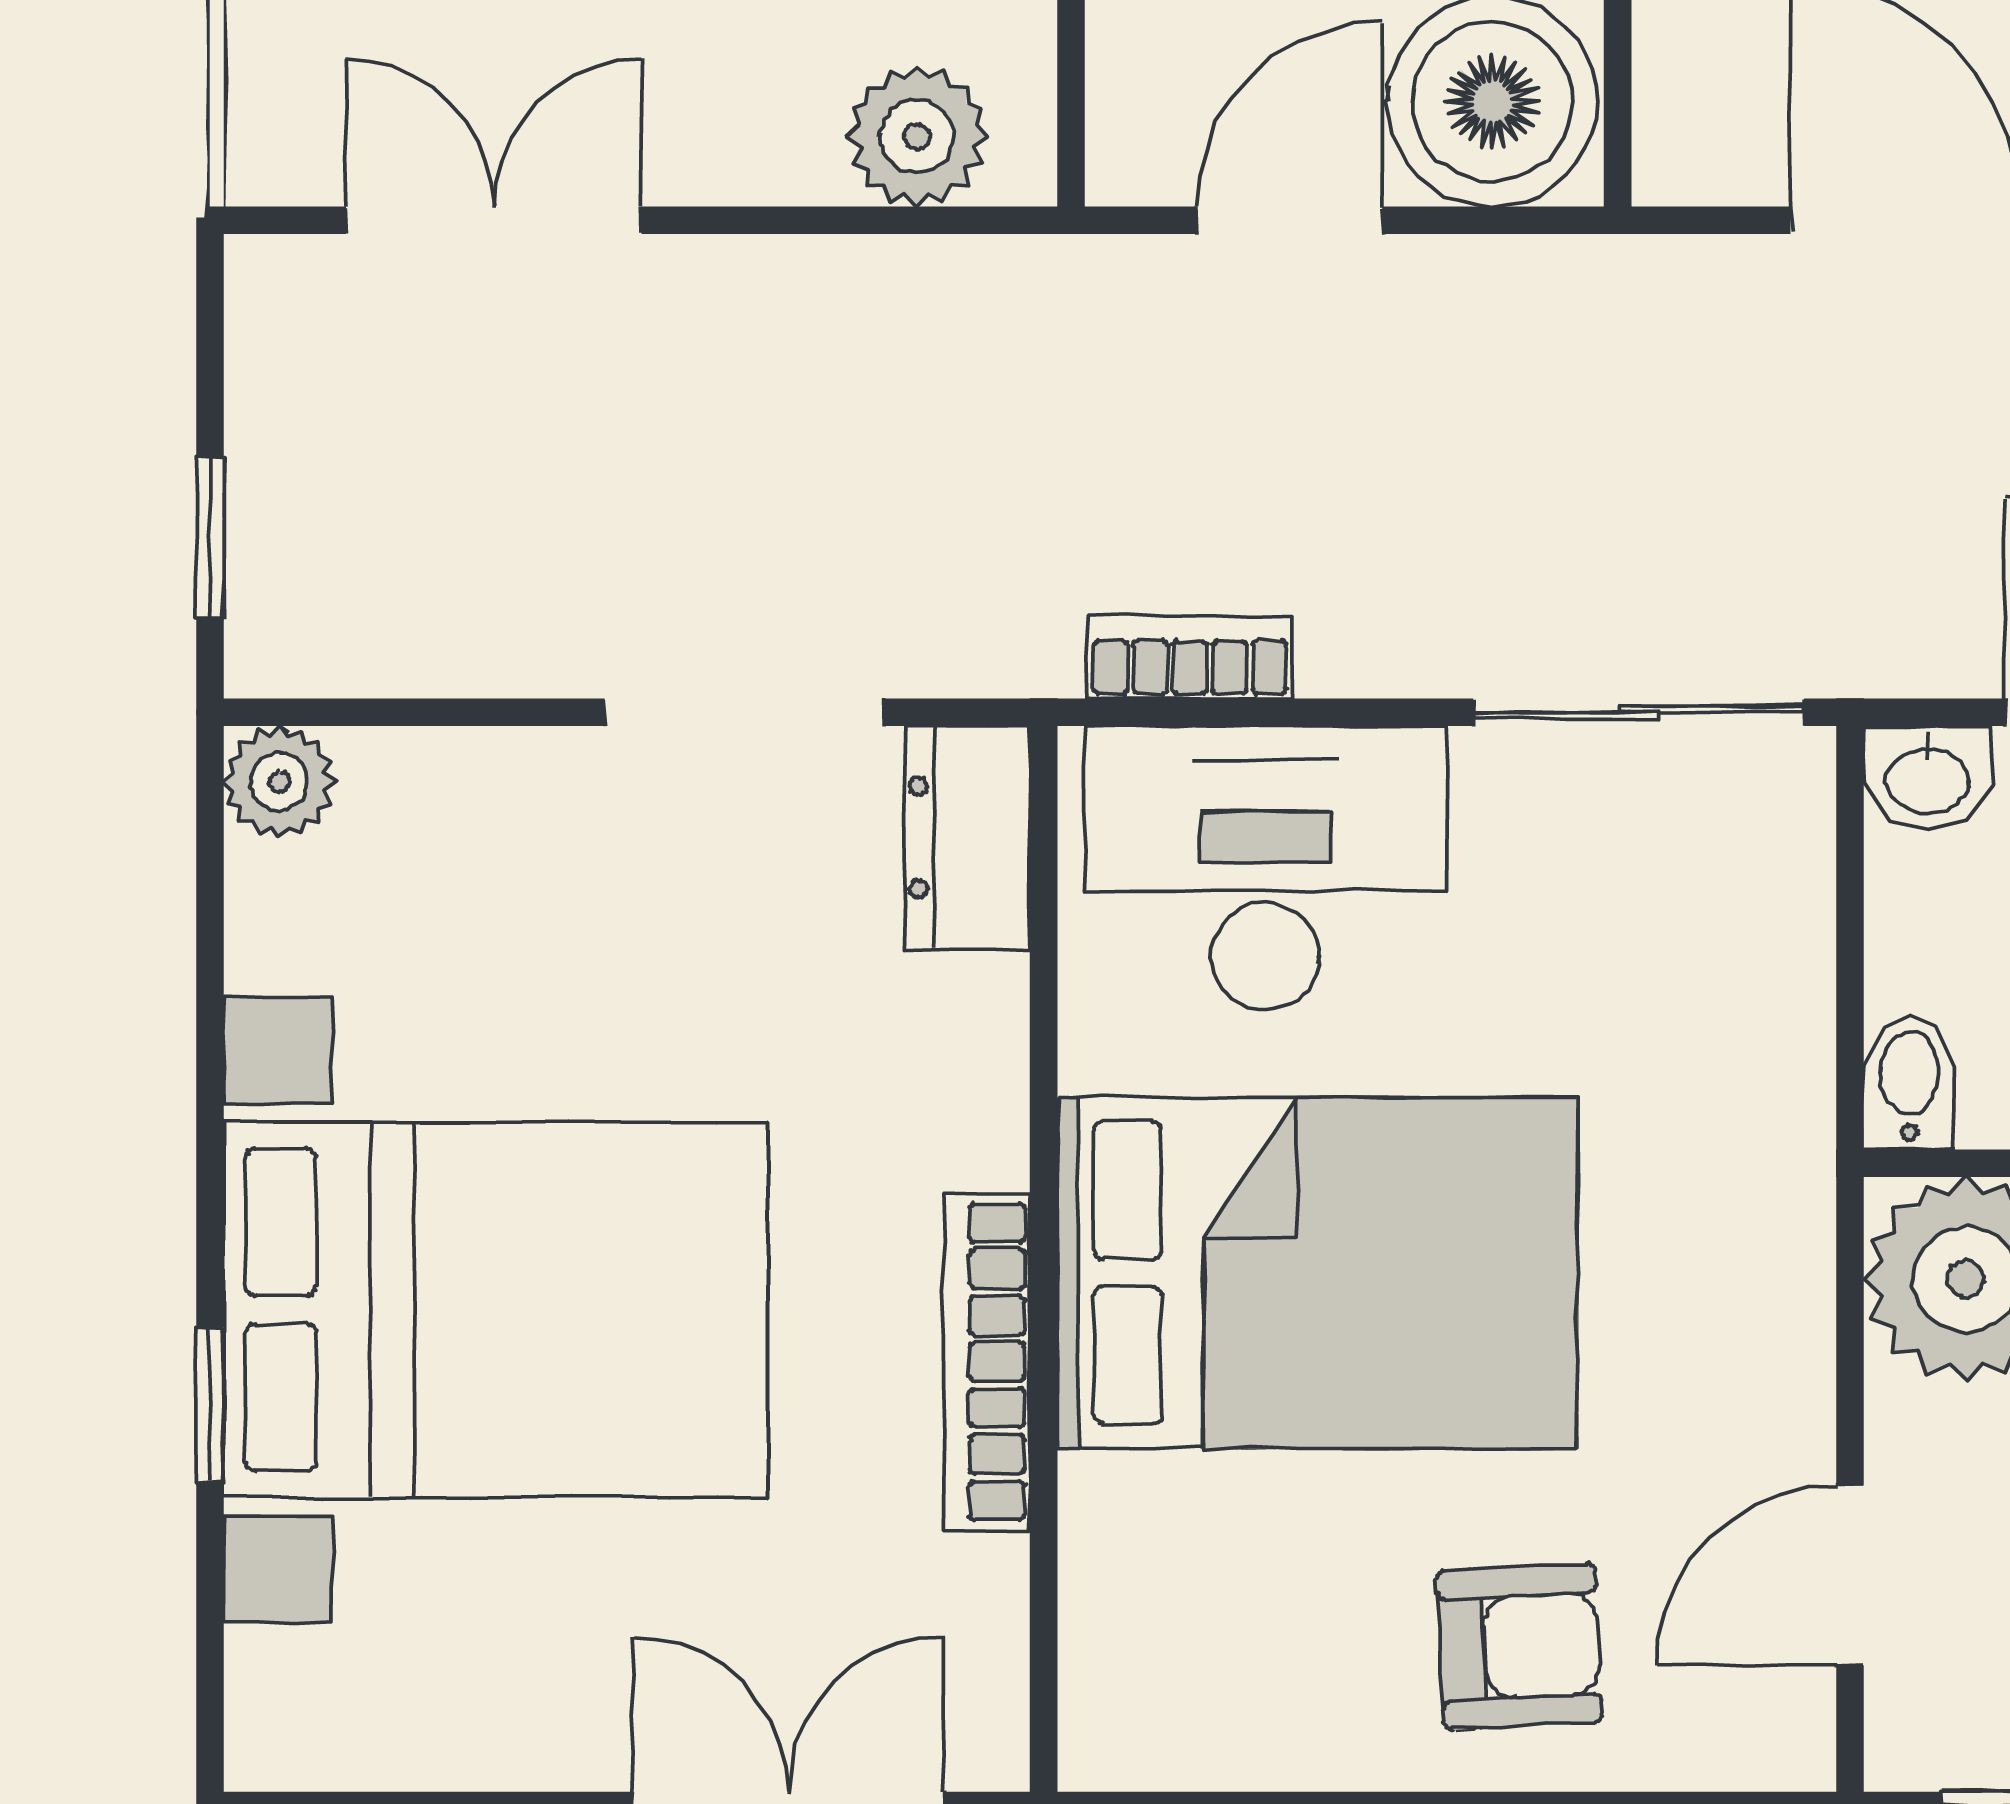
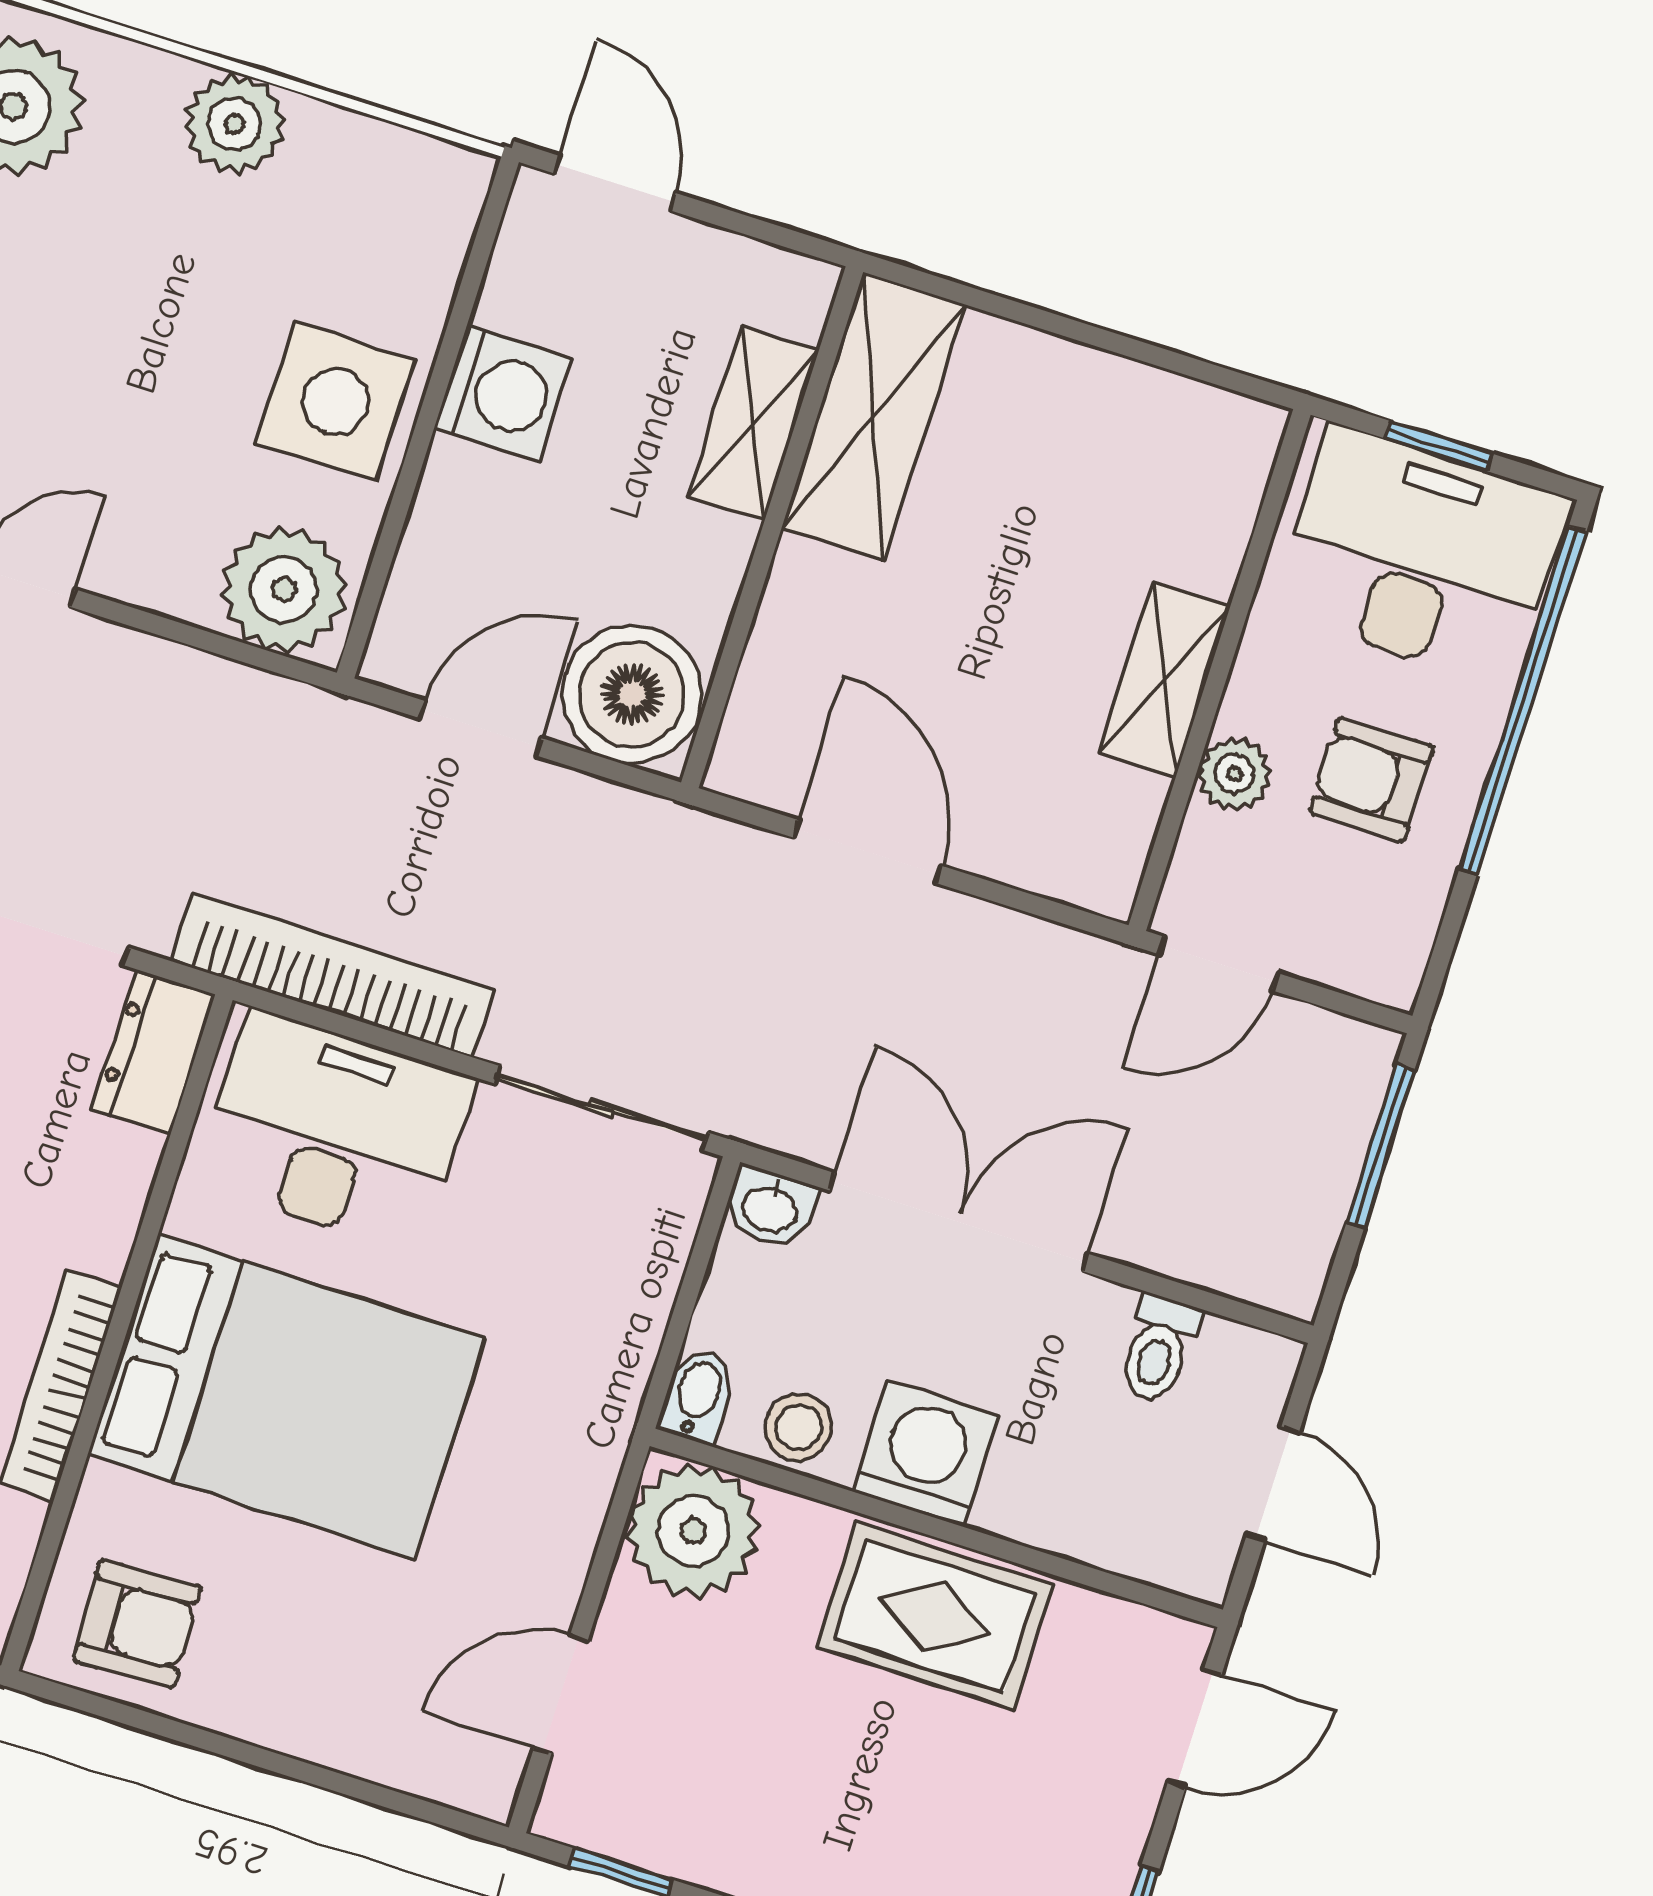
plant: (917, 136) -> (284, 589), width x1.36, depth x1.36
bookcase: (1190, 657) -> (332, 975), width x2.31, depth x1.31
armchair: (1520, 1647) -> (137, 1624), moved

